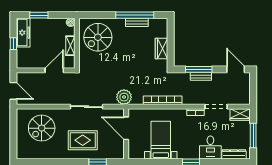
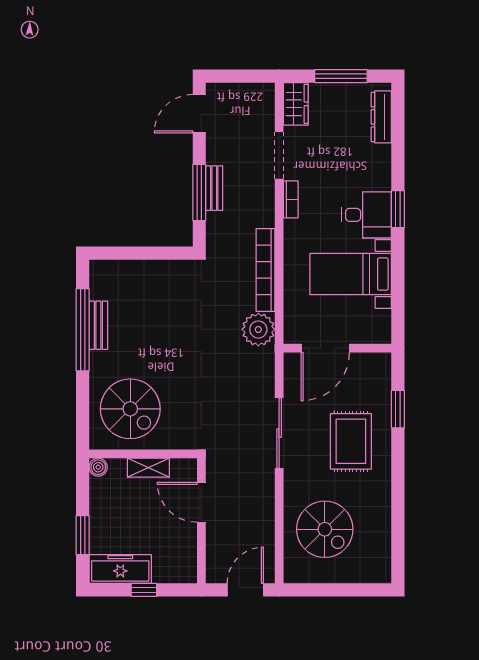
wardrobe: (161, 49) -> (154, 273), removed
plant: (124, 97) -> (258, 329), moved
desk: (210, 147) -> (367, 215), moved

